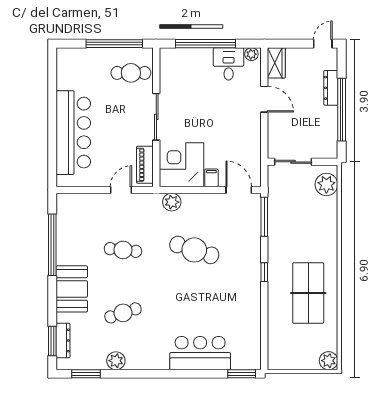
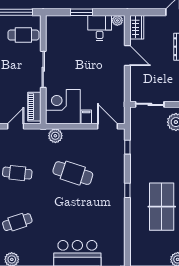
window: (206, 44) -> (82, 12), width x0.47
window: (264, 217) -> (127, 147), width x0.46

